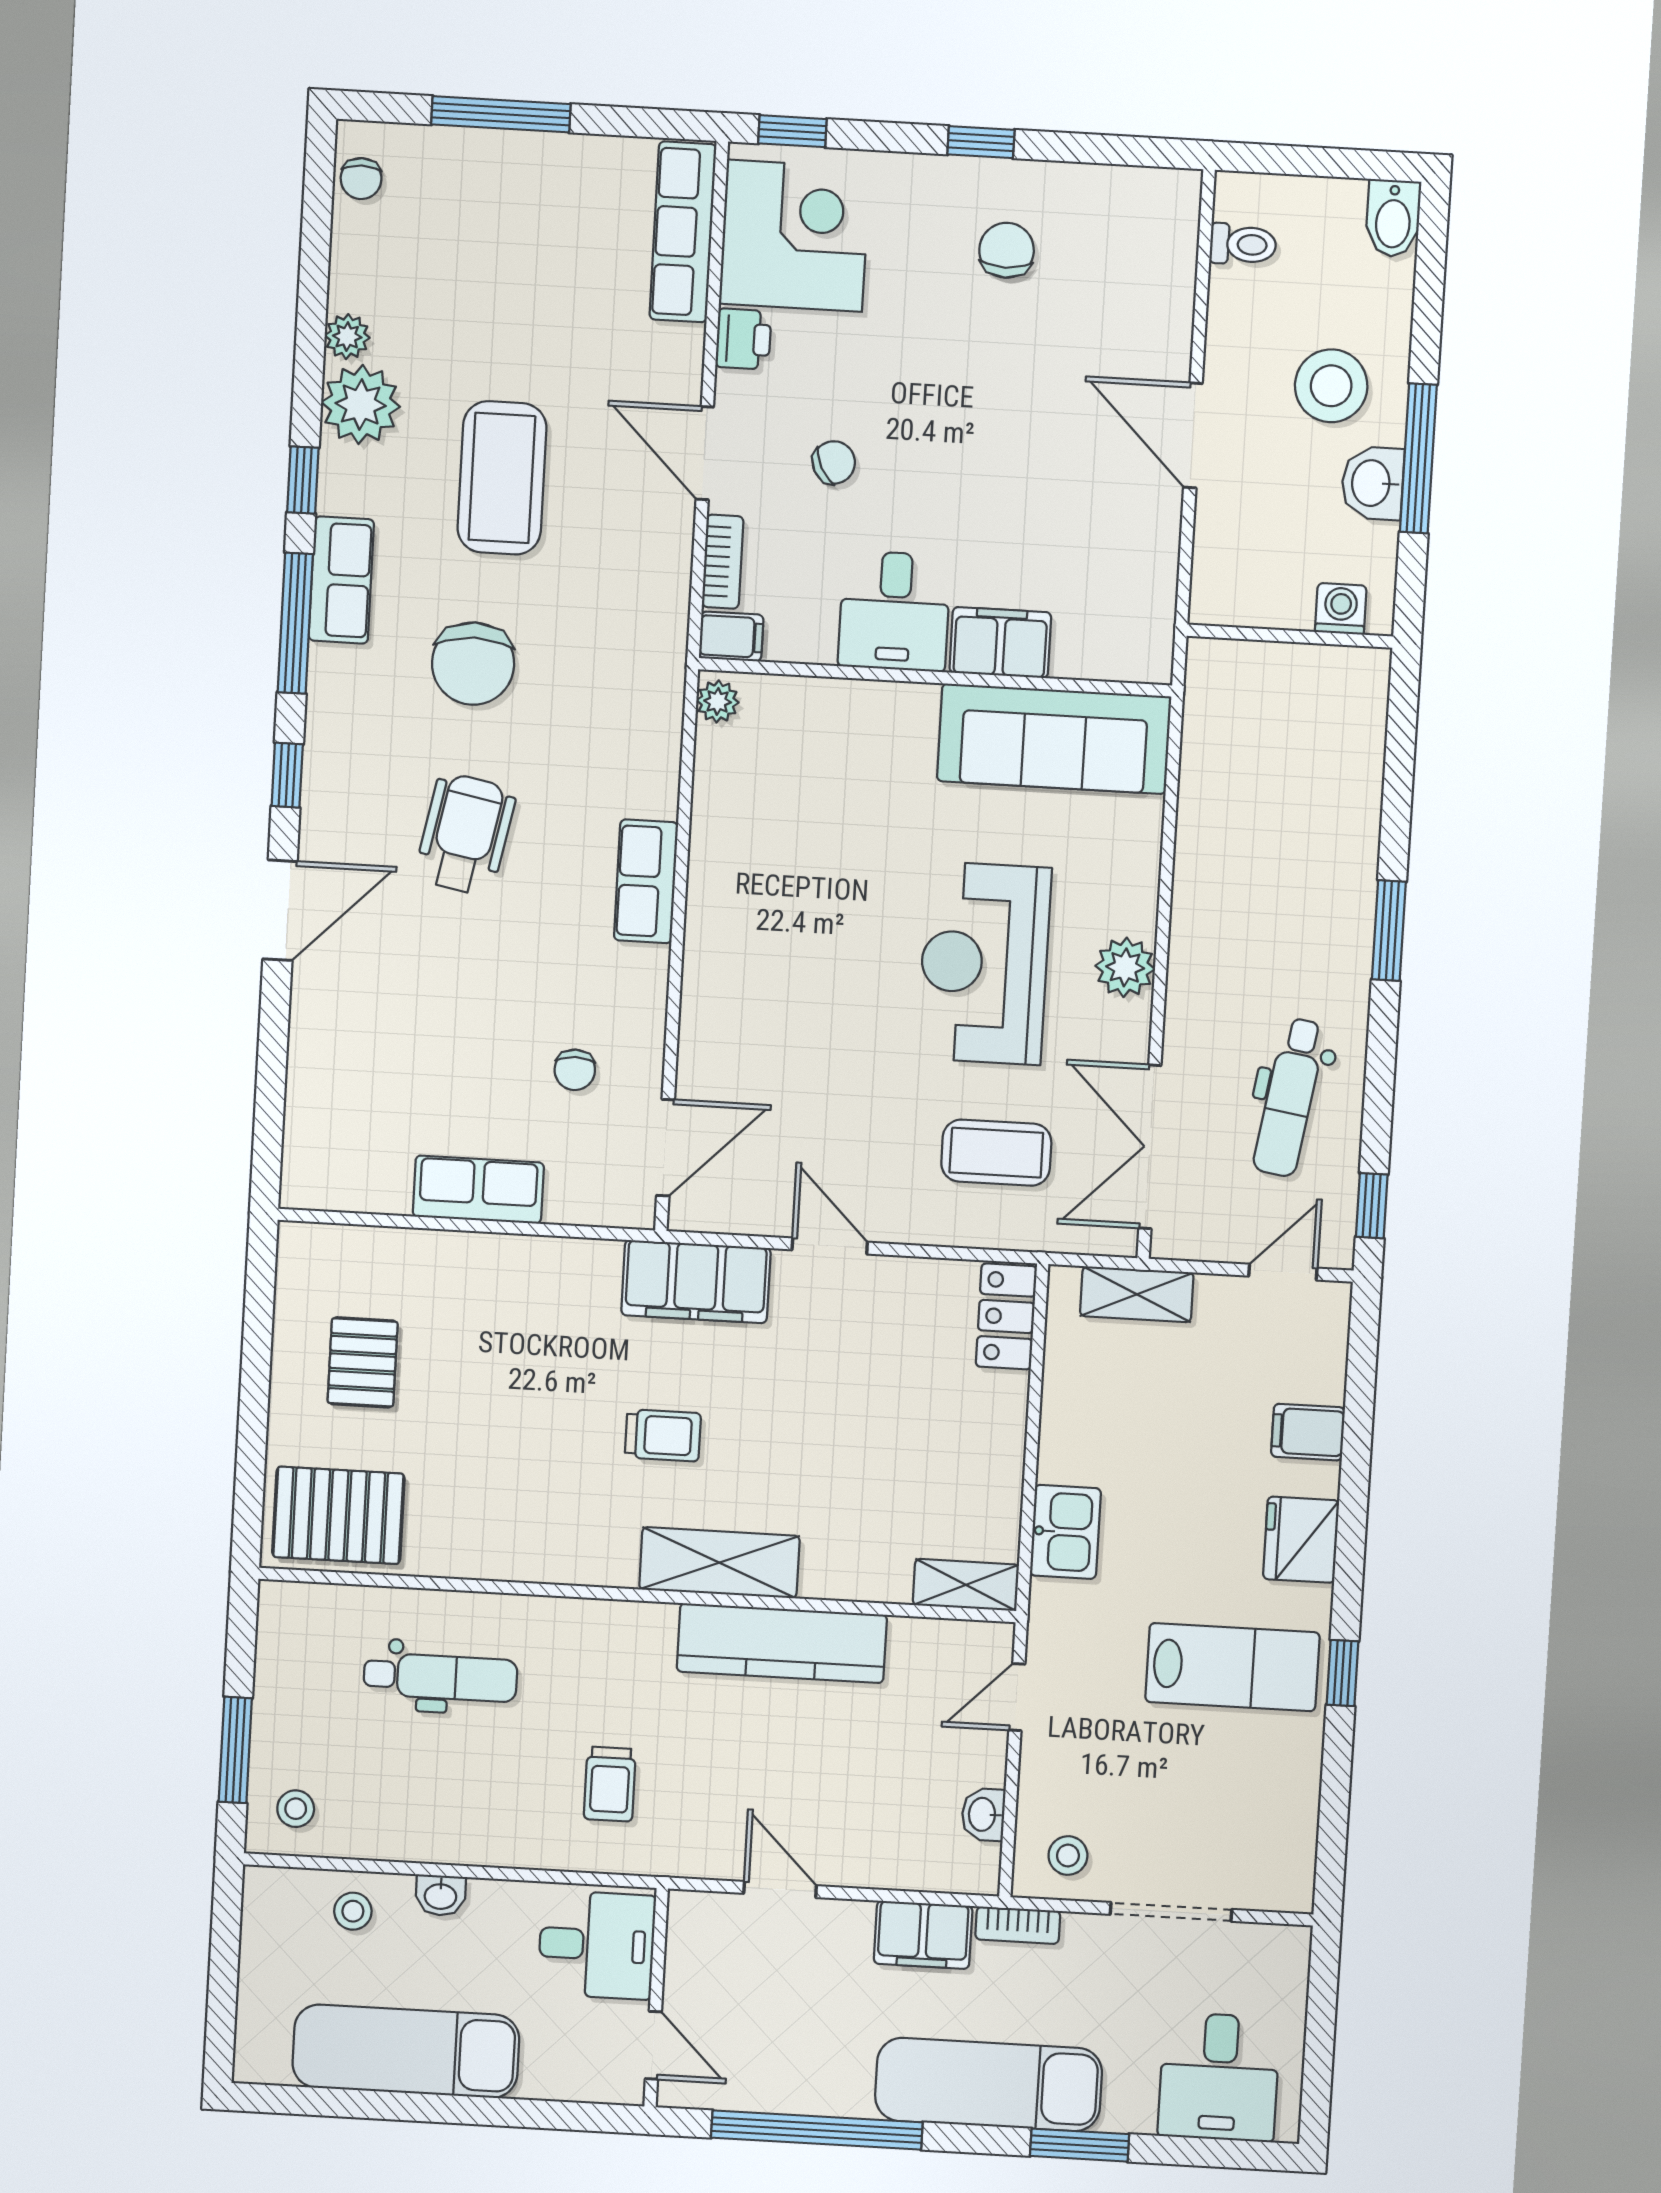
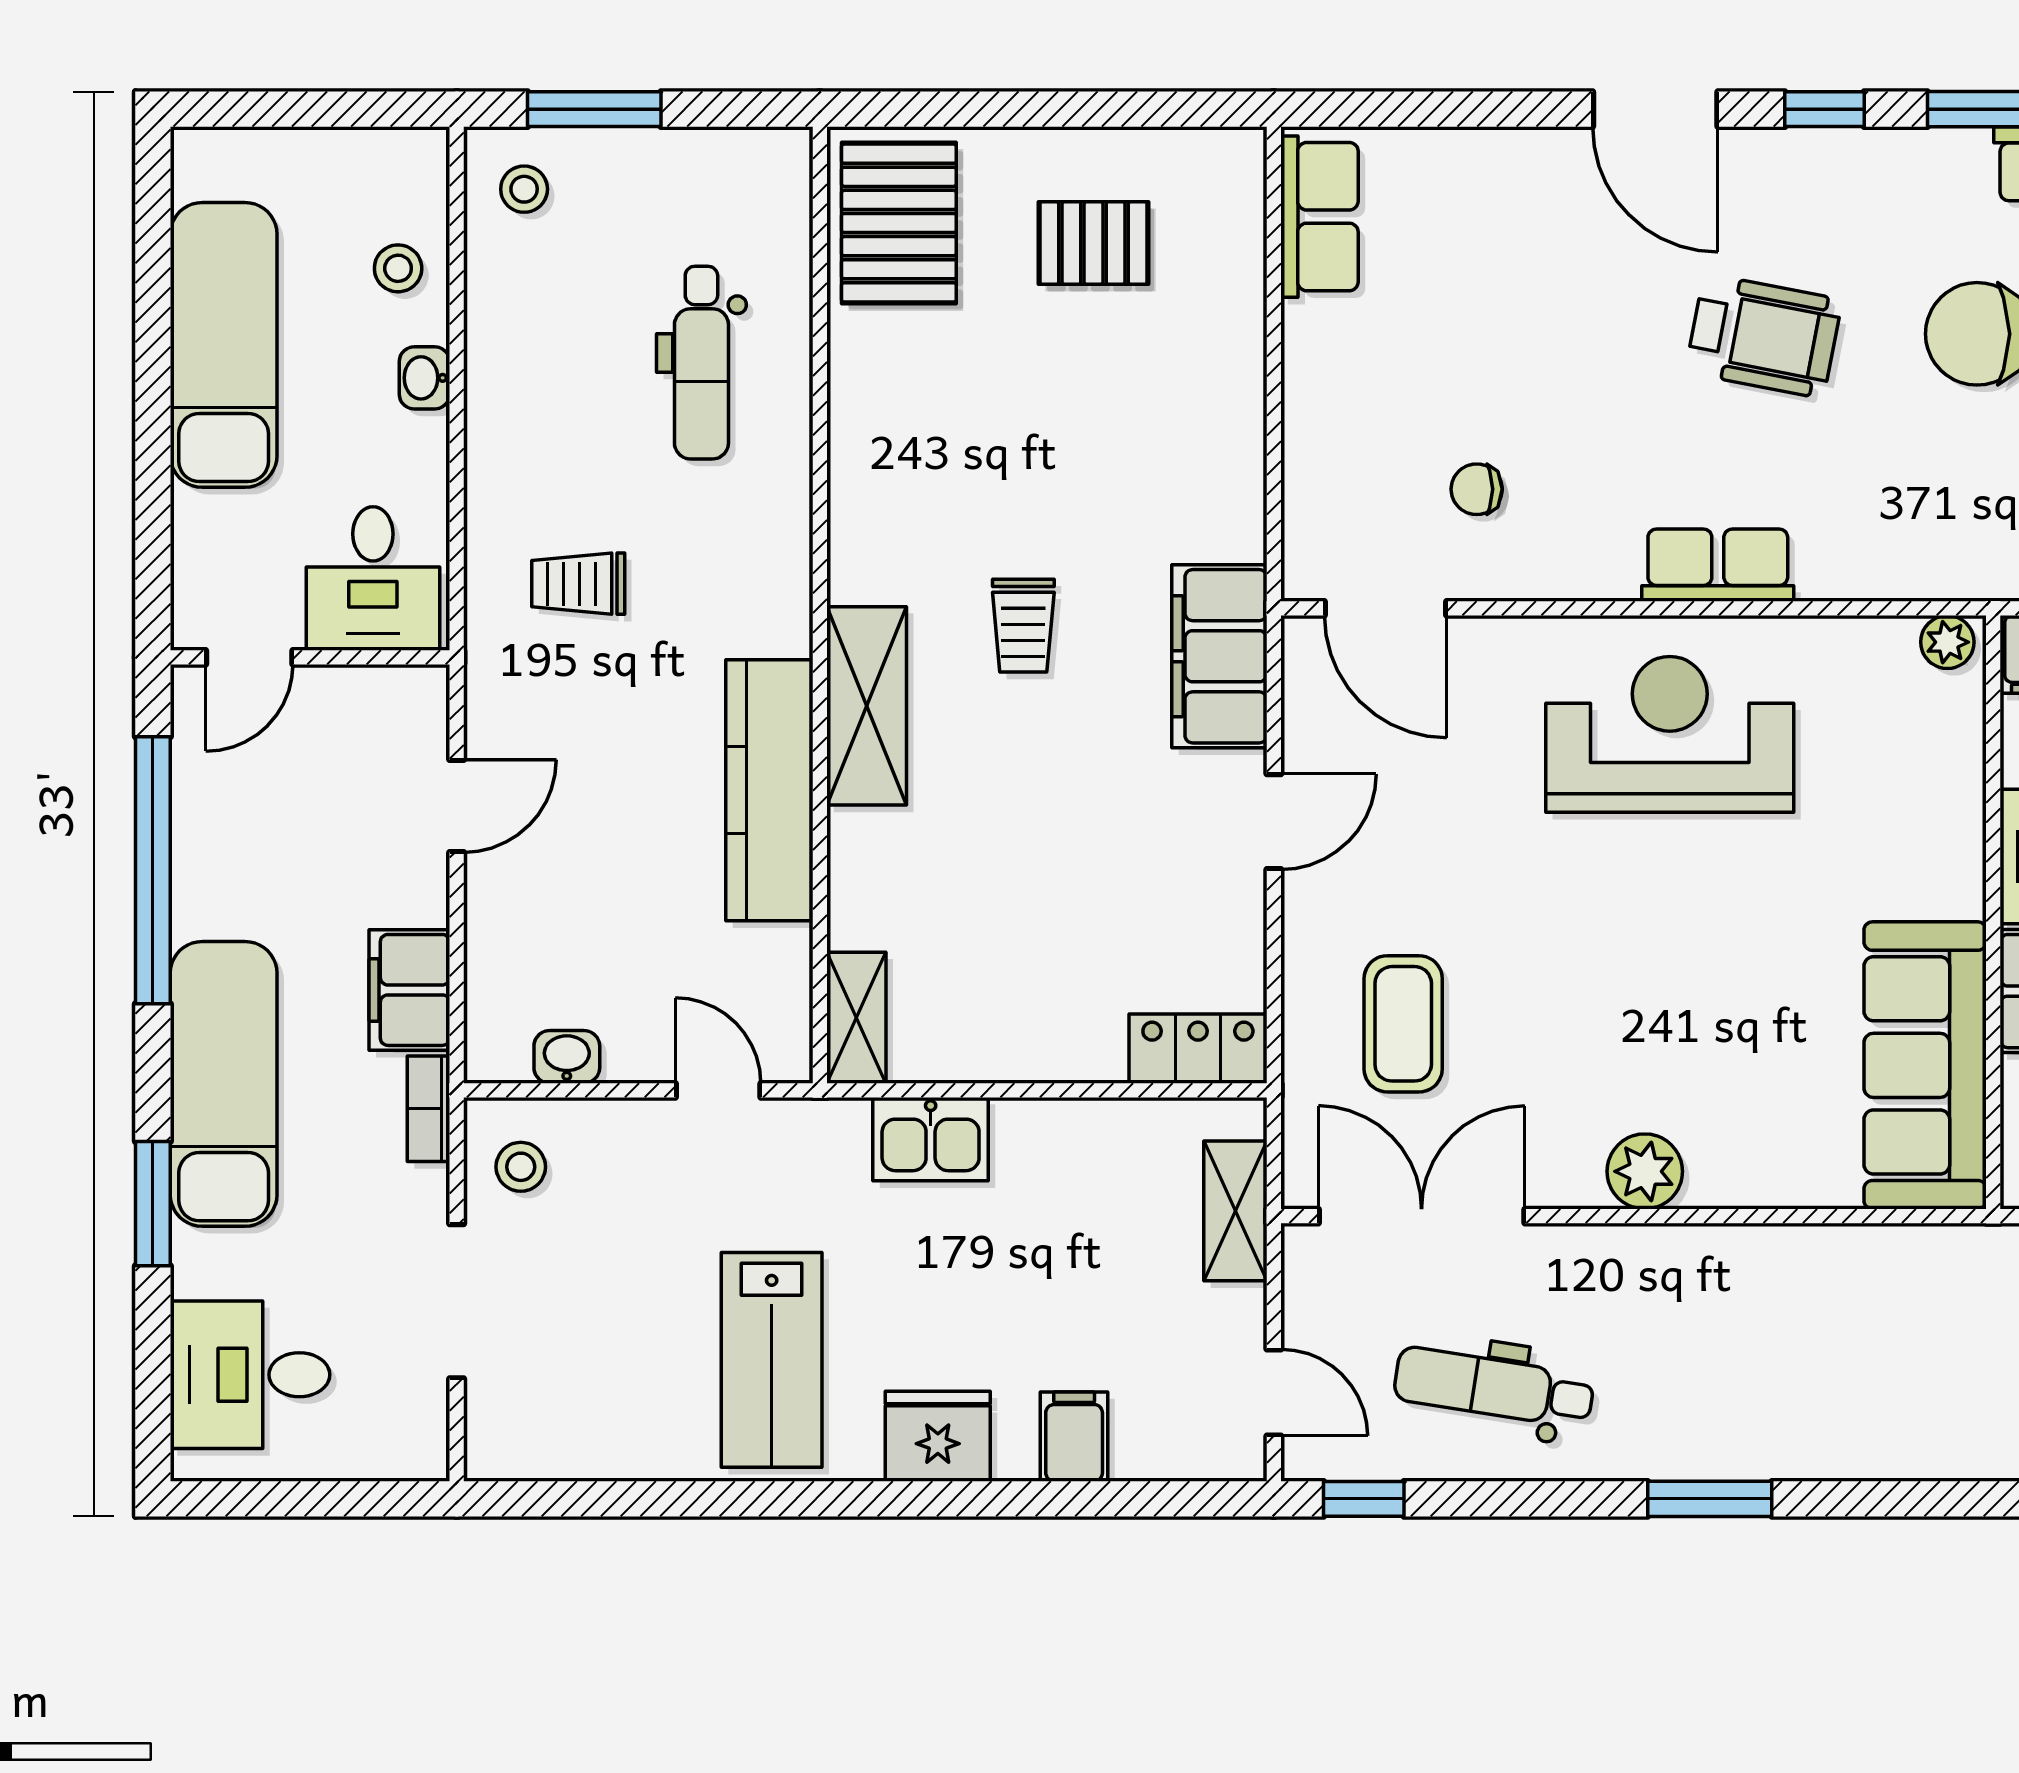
reception desk: (984, 963) -> (1670, 734), moved
row of seats: (478, 1190) -> (1319, 217), moved
window: (1342, 1673) -> (772, 1499), removed

